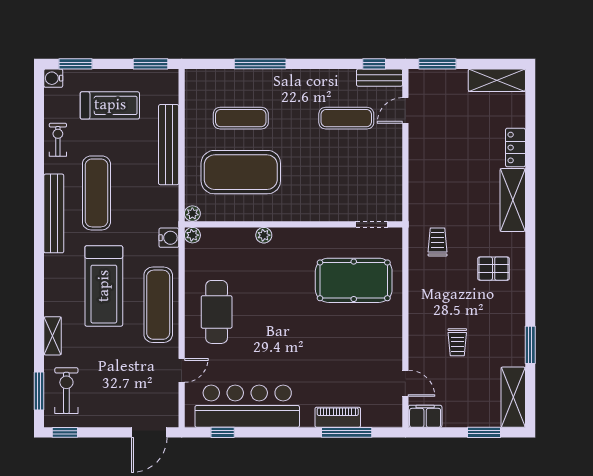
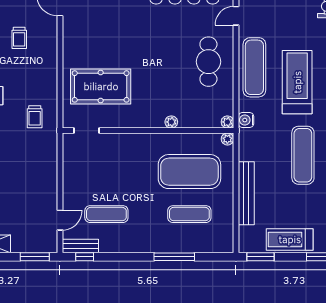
treadmill: (110, 105) -> (290, 239), moved
trolley: (457, 342) -> (19, 38), turned 180

